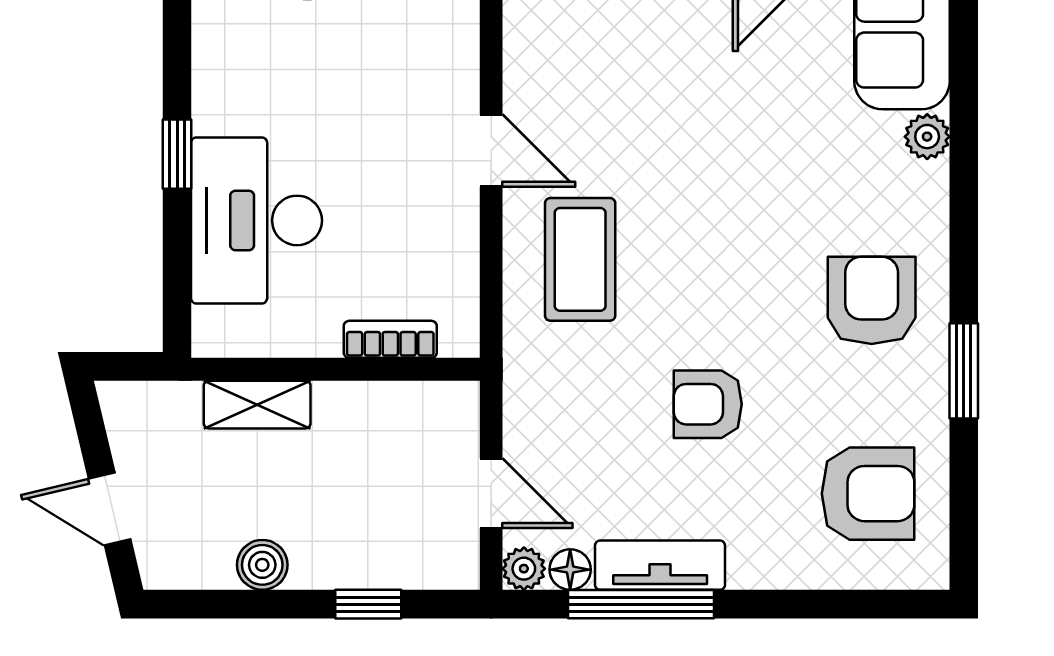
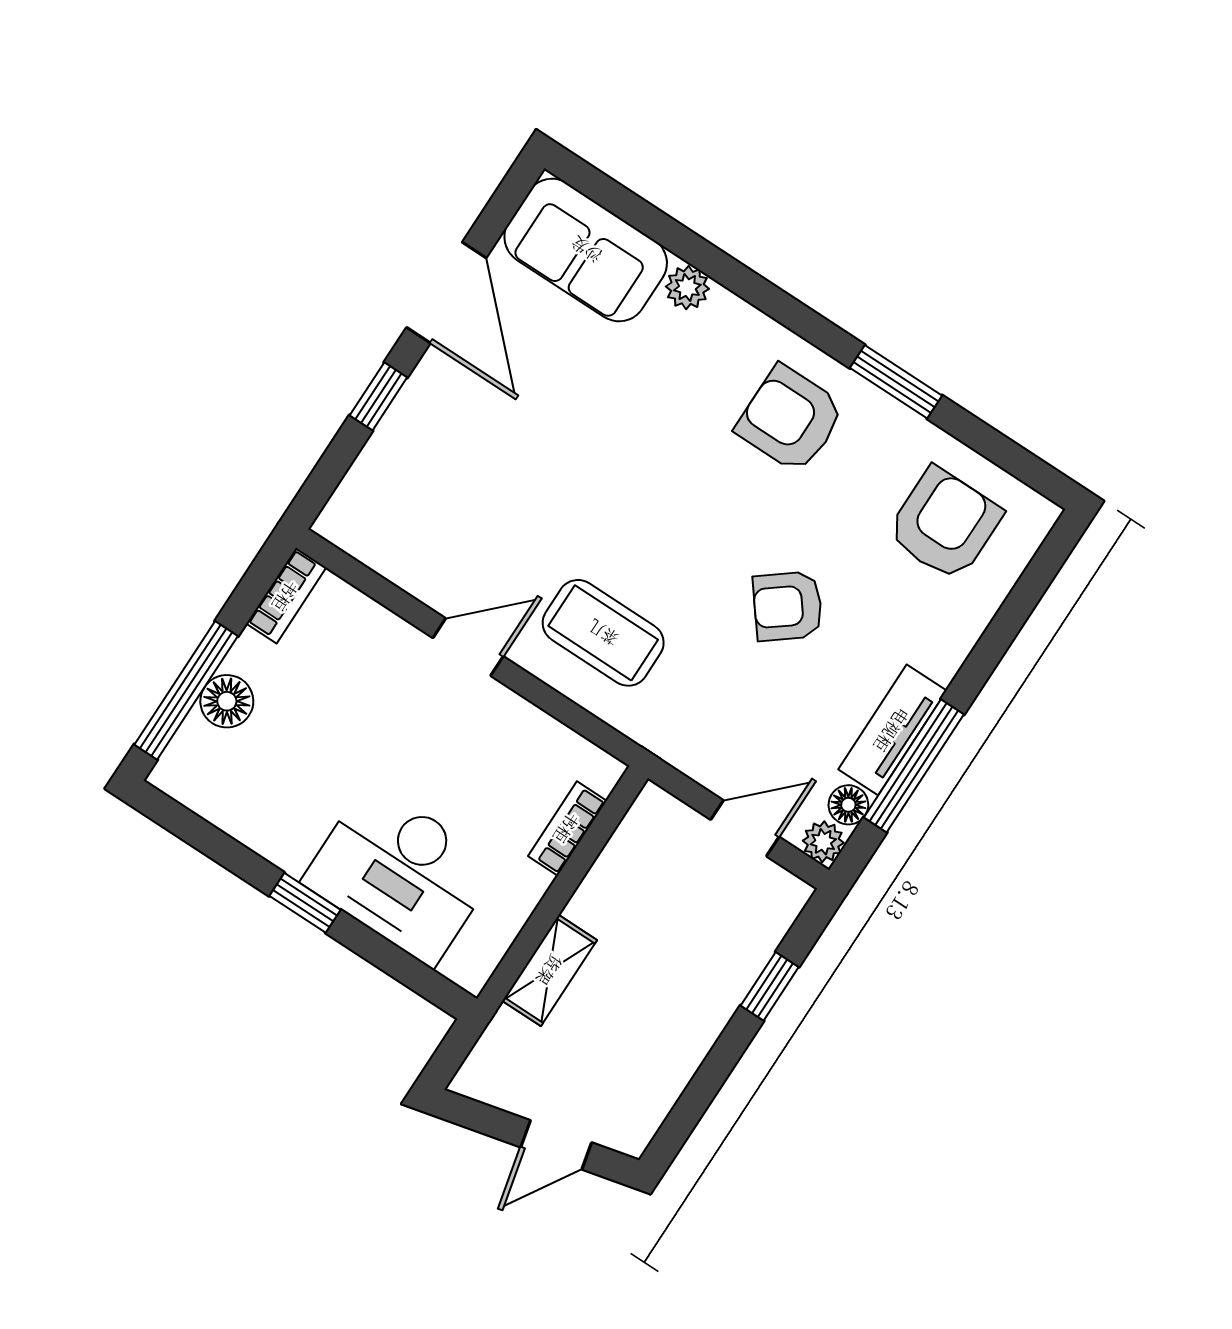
armchair: (708, 404) -> (788, 606), turned 52
boiler: (262, 565) -> (682, 1051), removed

